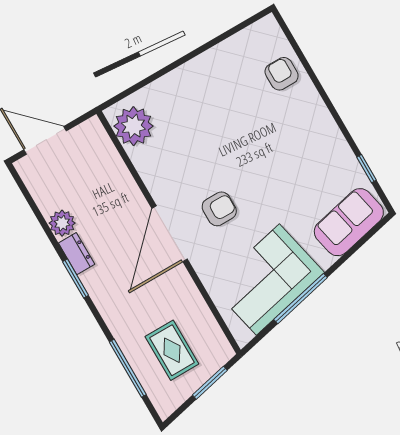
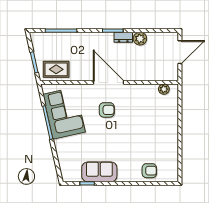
plant: (133, 126) -> (164, 89), width x0.53, depth x0.53
armchair: (219, 209) -> (107, 110), turned -90
sofa: (349, 222) -> (99, 172), moved, turned -77
rug: (172, 350) -> (56, 69), moved

